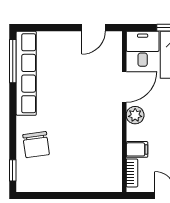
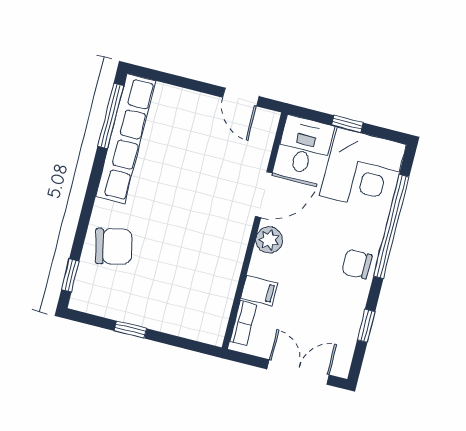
door: (94, 28) -> (241, 97), hinge flipped
chair: (36, 145) -> (114, 246), turned -95
window: (60, 196) -> (130, 330), added

